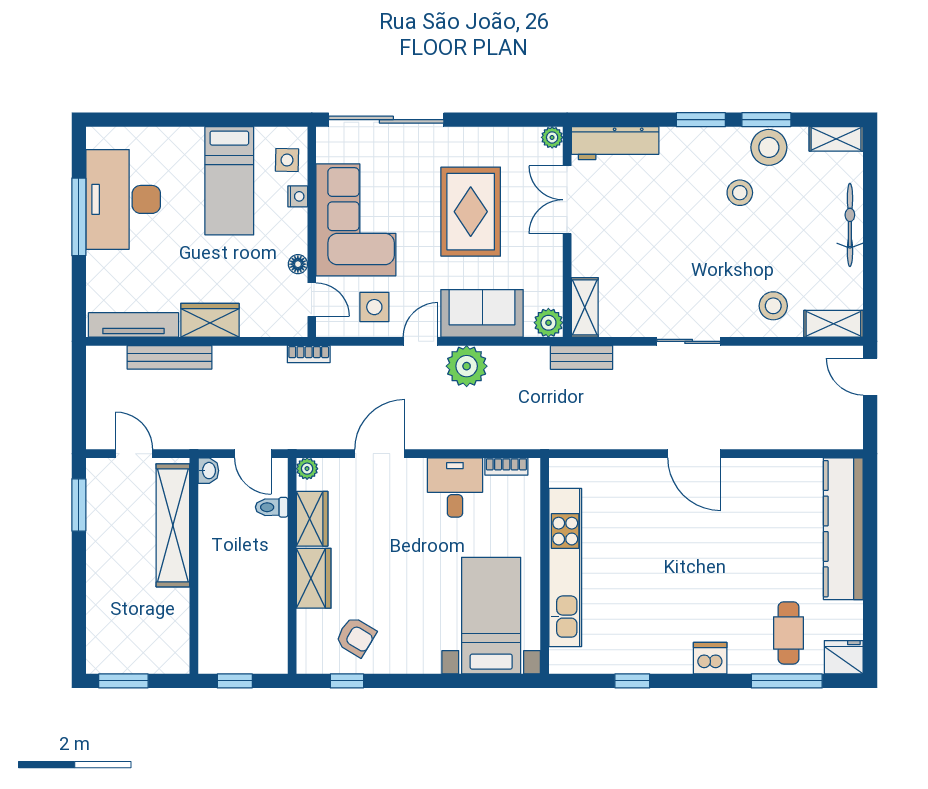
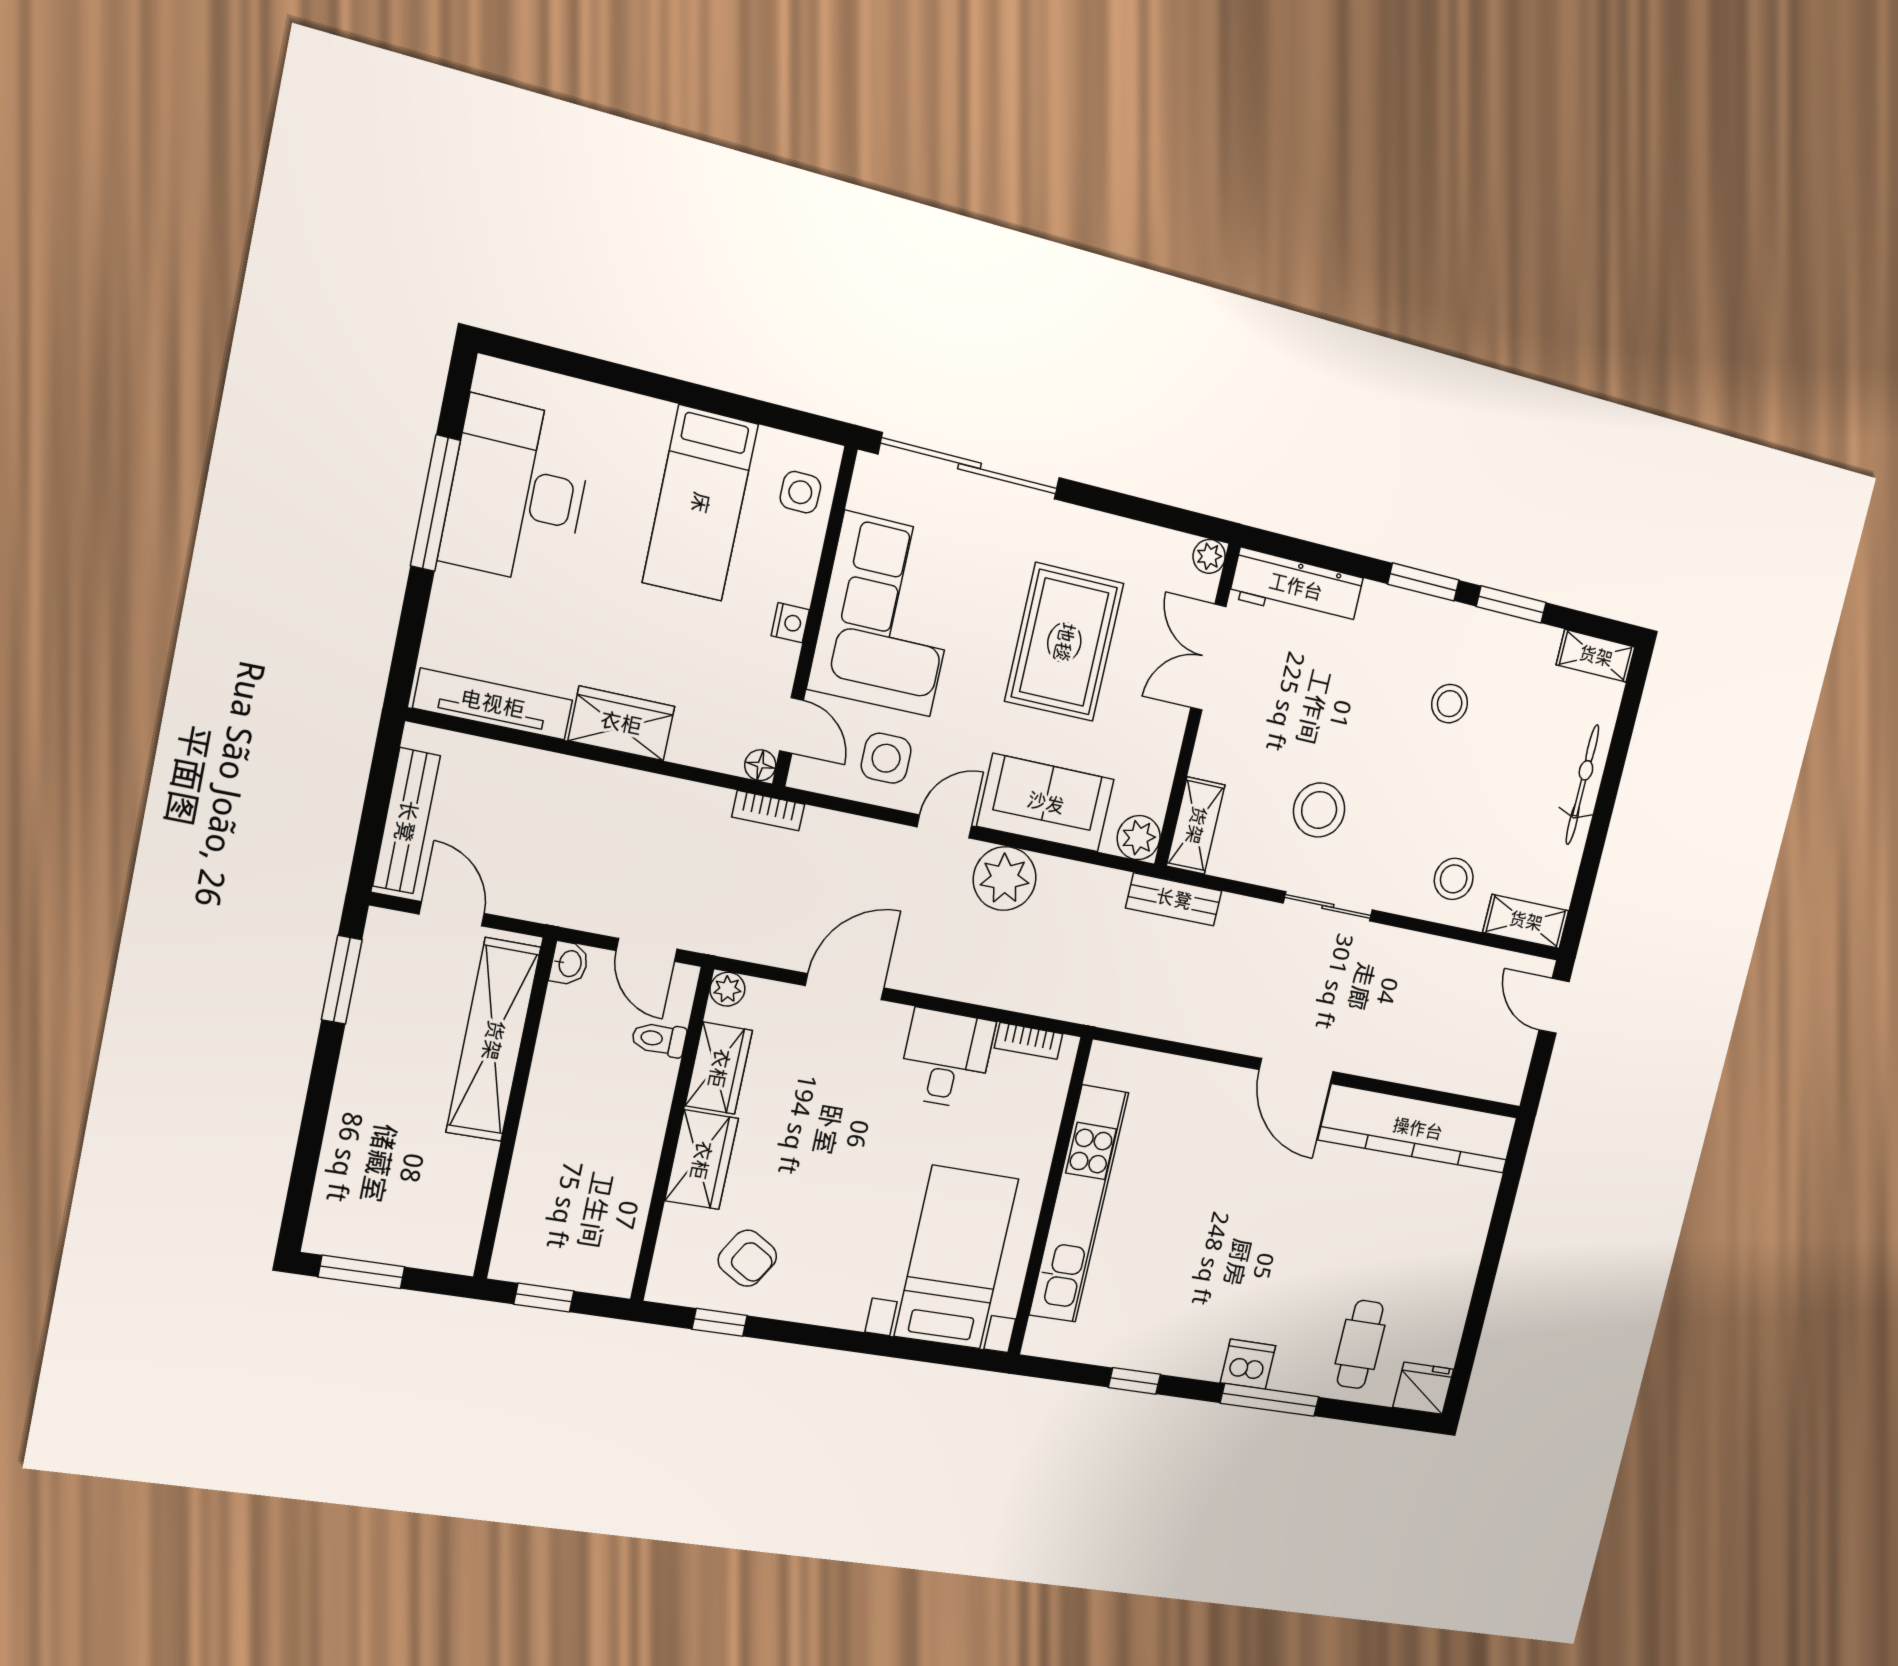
stool: (769, 147) -> (1319, 810), moved
nightstand: (298, 196) -> (790, 623), moved
floor lamp: (298, 264) -> (760, 765), moved
bench: (170, 357) -> (406, 821), moved, turned 90
kitchen counter: (843, 529) -> (1418, 1129), moved, turned -90
window: (787, 681) -> (1270, 1400), moved

